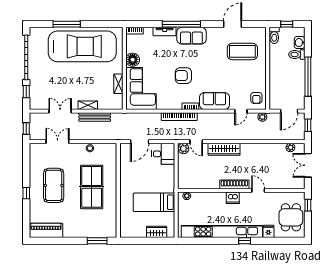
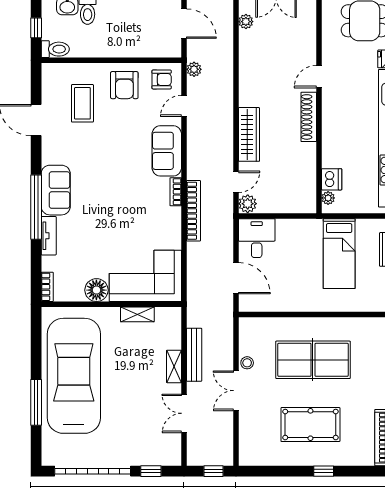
coffee table: (242, 51) -> (82, 103), width x0.73, depth x0.76
armchair: (183, 76) -> (124, 85), moved
door: (241, 111) -> (184, 106), swing flipped
double door: (58, 142) -> (236, 391), moved
dishwasher: (233, 198) -> (332, 179), moved

